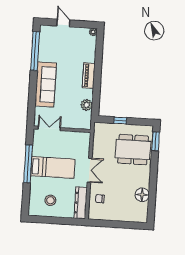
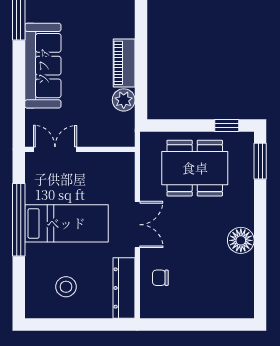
piano: (89, 76) -> (124, 63), moved
window: (120, 120) -> (227, 126), moved
dining table: (133, 150) -> (195, 168), moved
floor lamp: (142, 195) -> (241, 240), moved

